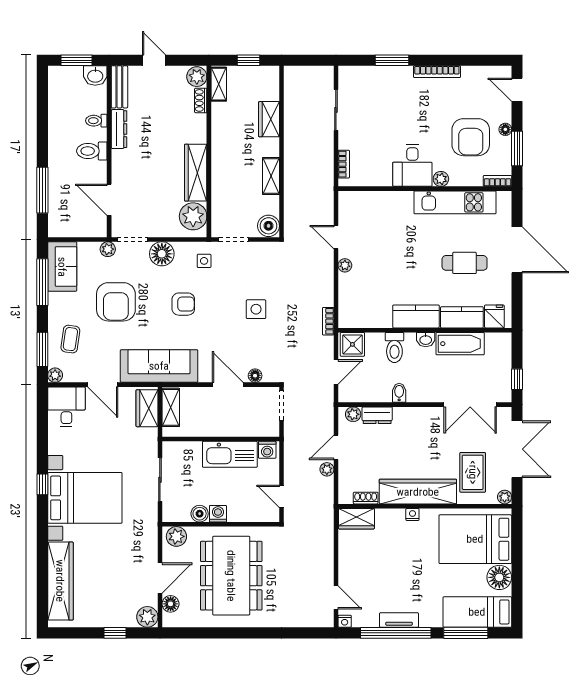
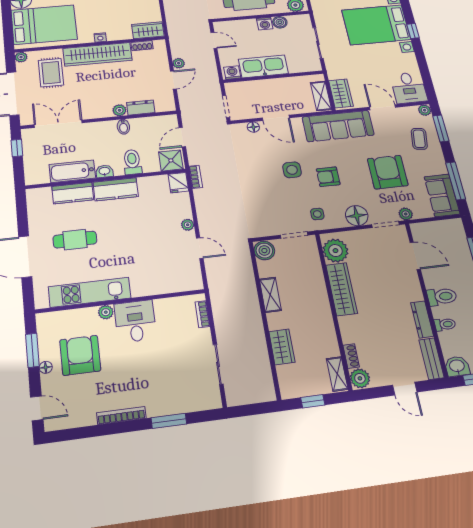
bookcase: (498, 181) -> (49, 317), removed
side table: (256, 309) -> (292, 170), moved
fridge: (494, 316) -> (178, 183), moved
plant: (353, 414) -> (119, 110), moved

